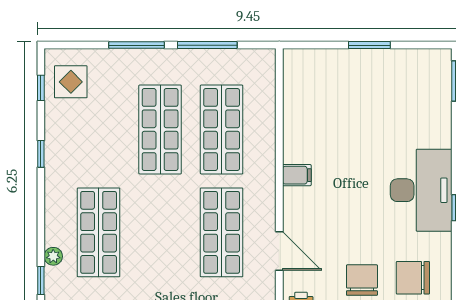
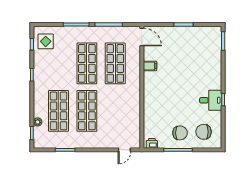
filing cabinet: (297, 175) -> (150, 66), moved
desk: (421, 190) -> (211, 100), width x0.53, depth x0.77
shop shelf: (222, 232) -> (87, 111), moved
door: (279, 251) -> (142, 37), moved
chair: (362, 280) -> (180, 133), turned 90

